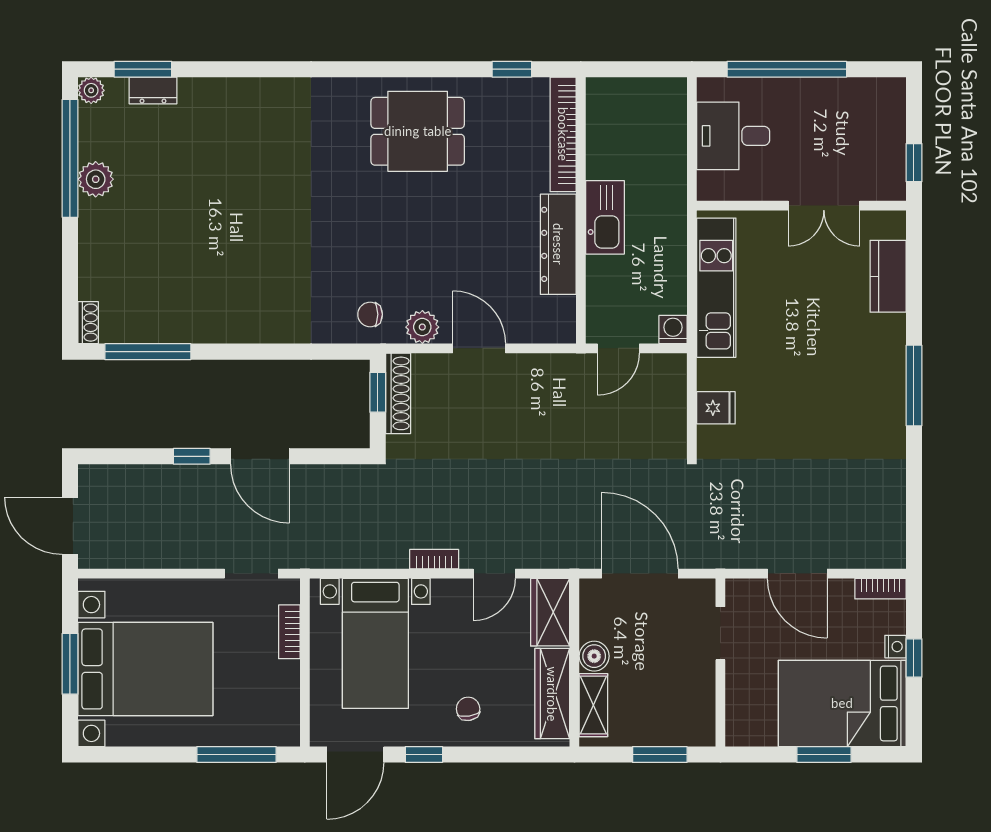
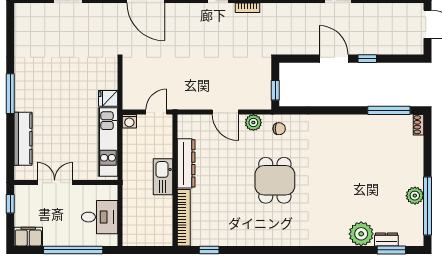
plant: (91, 90) -> (361, 234), moved, width x1.88, depth x1.88
filing cabinet: (877, 96) -> (28, 237), added
dining table: (418, 131) -> (275, 180), moved, turned 90
kitchen counter: (888, 276) -> (23, 139), width x1.50
shoe rack: (398, 393) -> (265, 90), removed
fridge: (716, 408) -> (108, 98), moved

